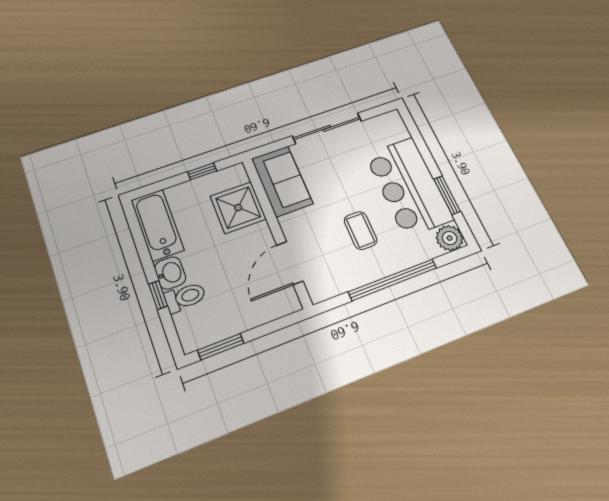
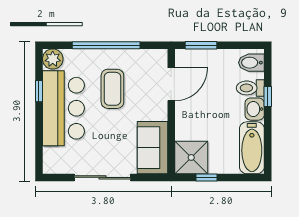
window: (447, 195) -> (39, 91), width x0.67
shower: (238, 208) -> (191, 157), moved
coffee table: (361, 230) -> (112, 89), width x1.36, depth x1.30
bidet: (195, 330) -> (251, 63), added
window: (221, 347) -> (201, 45), moved

